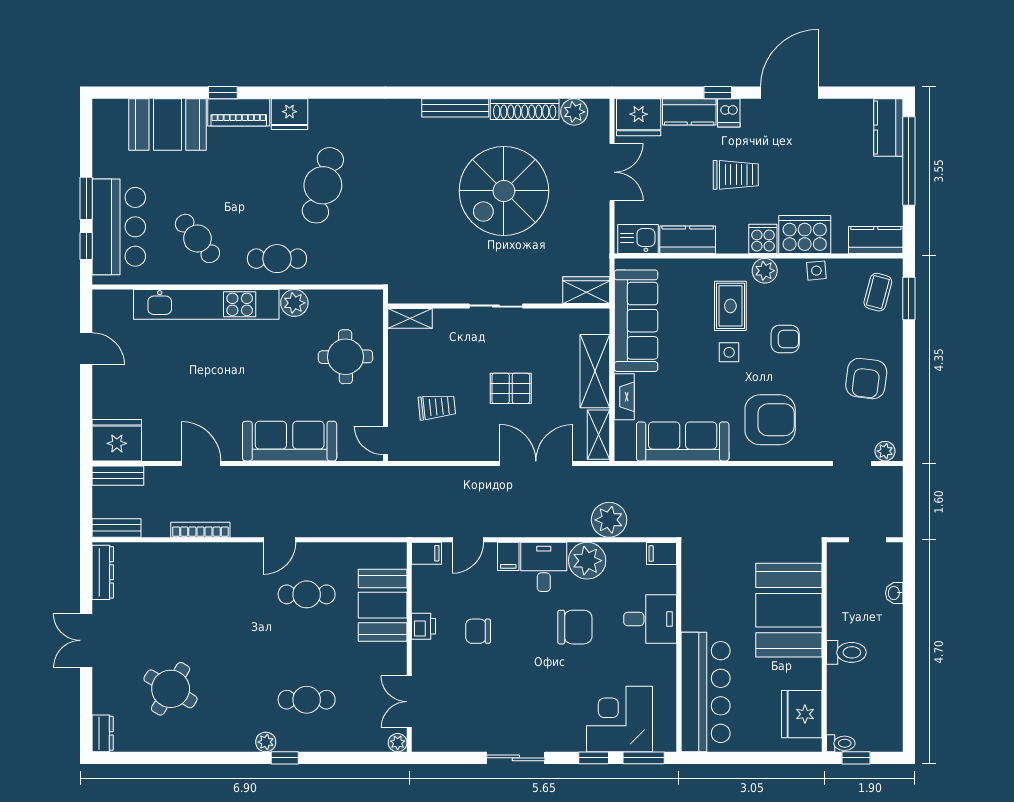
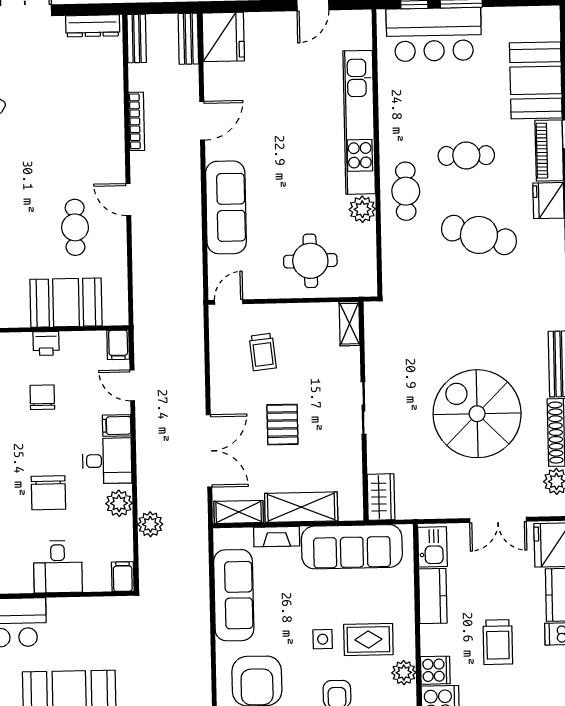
cafe table: (197, 238) -> (466, 155), moved, turned 40
plant: (609, 520) -> (150, 524), width x0.73, depth x0.73
plant: (587, 561) -> (119, 503), width x0.73, depth x0.73

